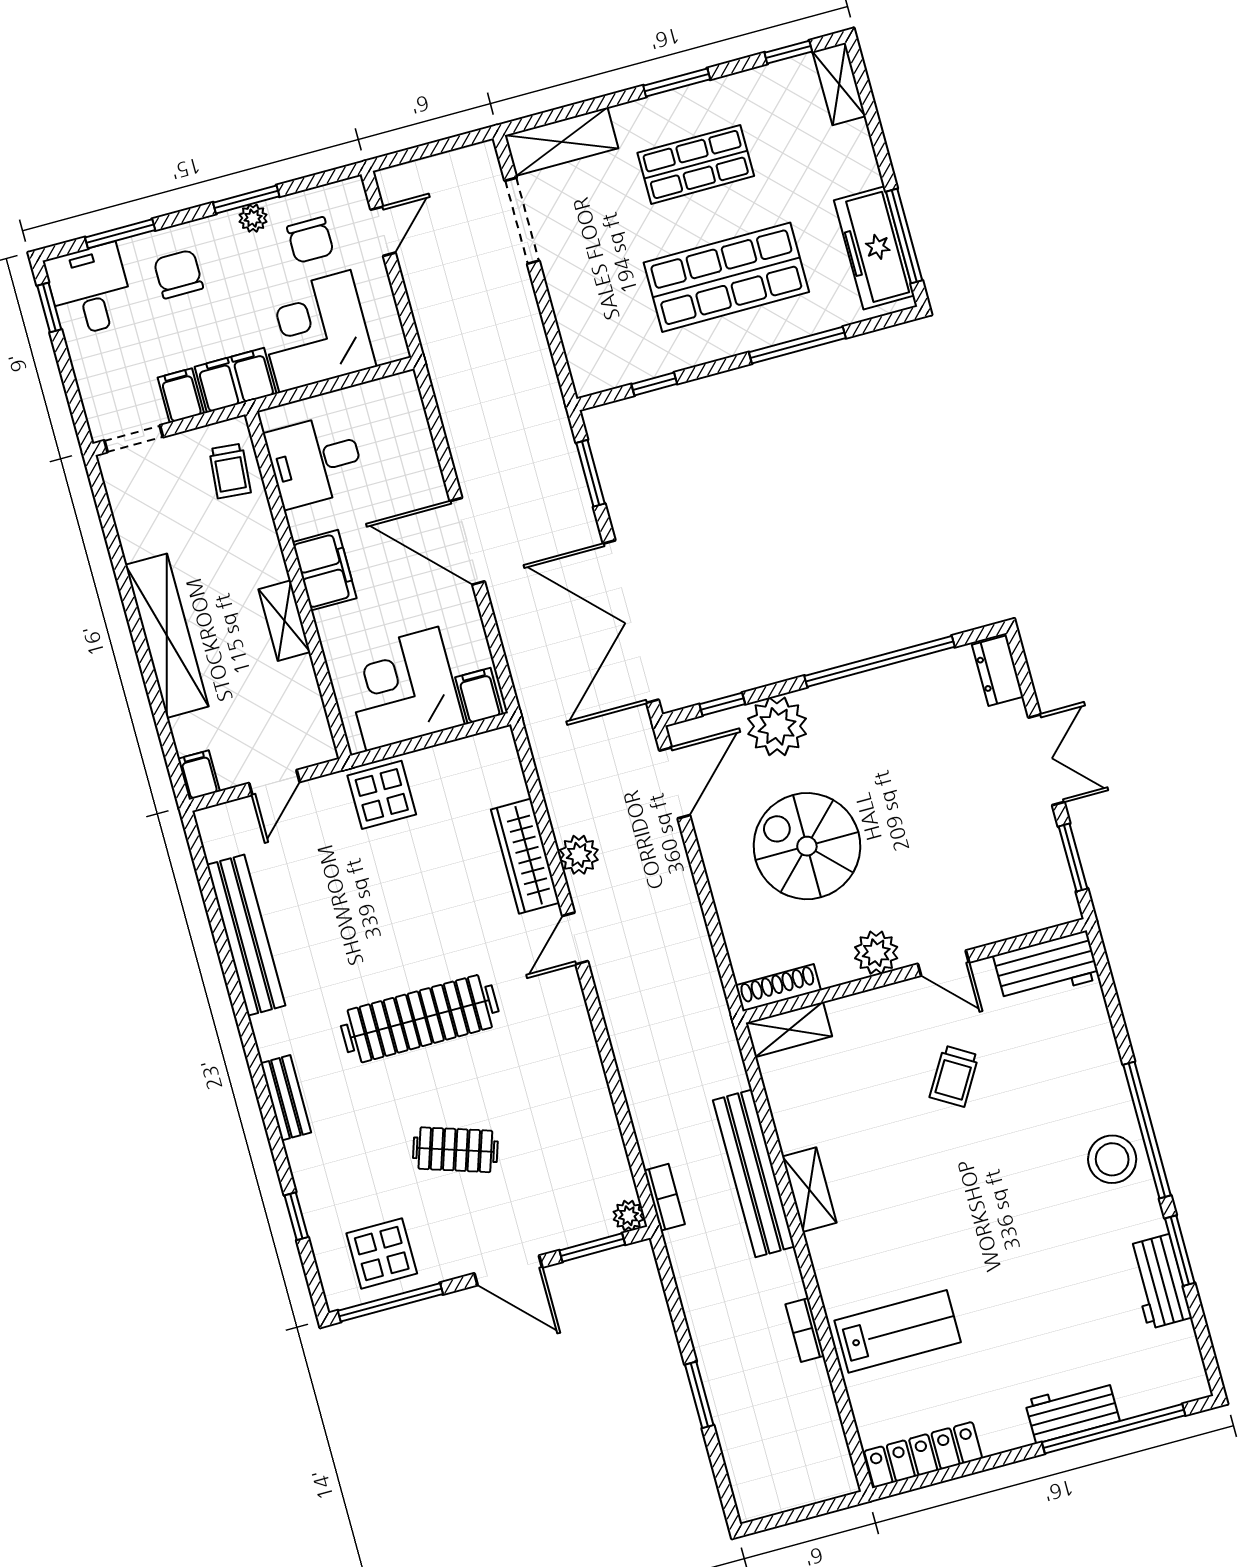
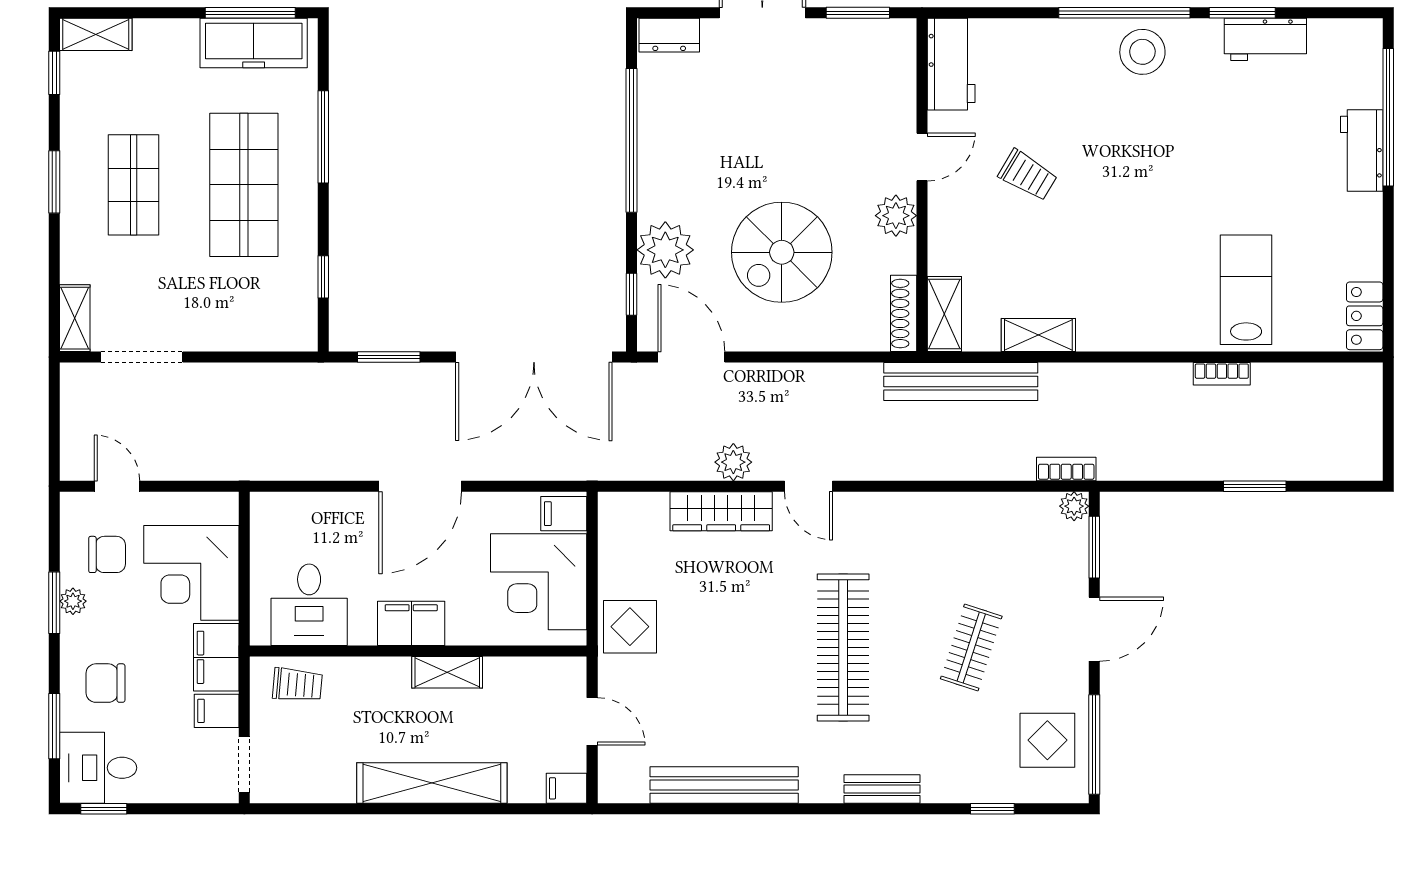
shelving: (562, 142) -> (75, 318), width x0.67, depth x0.75
bench: (754, 1173) -> (961, 382), moved
shelving: (809, 1190) -> (1038, 335), moved
locker: (923, 1455) -> (1365, 316), width x0.66

